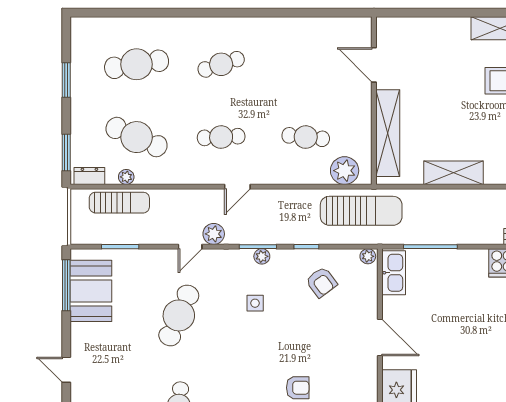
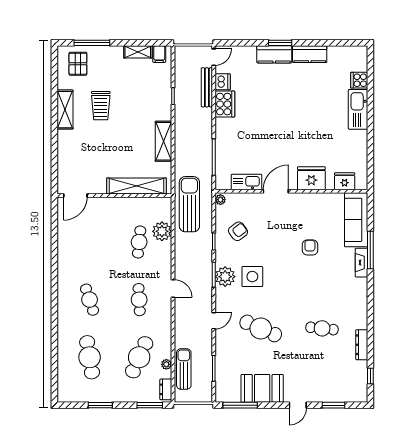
door: (374, 65) -> (75, 195), moved
plant: (345, 171) -> (162, 231), moved
plant: (214, 234) -> (205, 305), removed
door: (190, 247) -> (214, 321), hinge flipped
plant: (262, 256) -> (225, 277), width x1.87, depth x1.87
kitchen sink: (394, 273) -> (246, 182), moved
booth: (91, 291) -> (262, 388), moved
side table: (255, 303) -> (252, 277), width x1.87, depth x1.87

